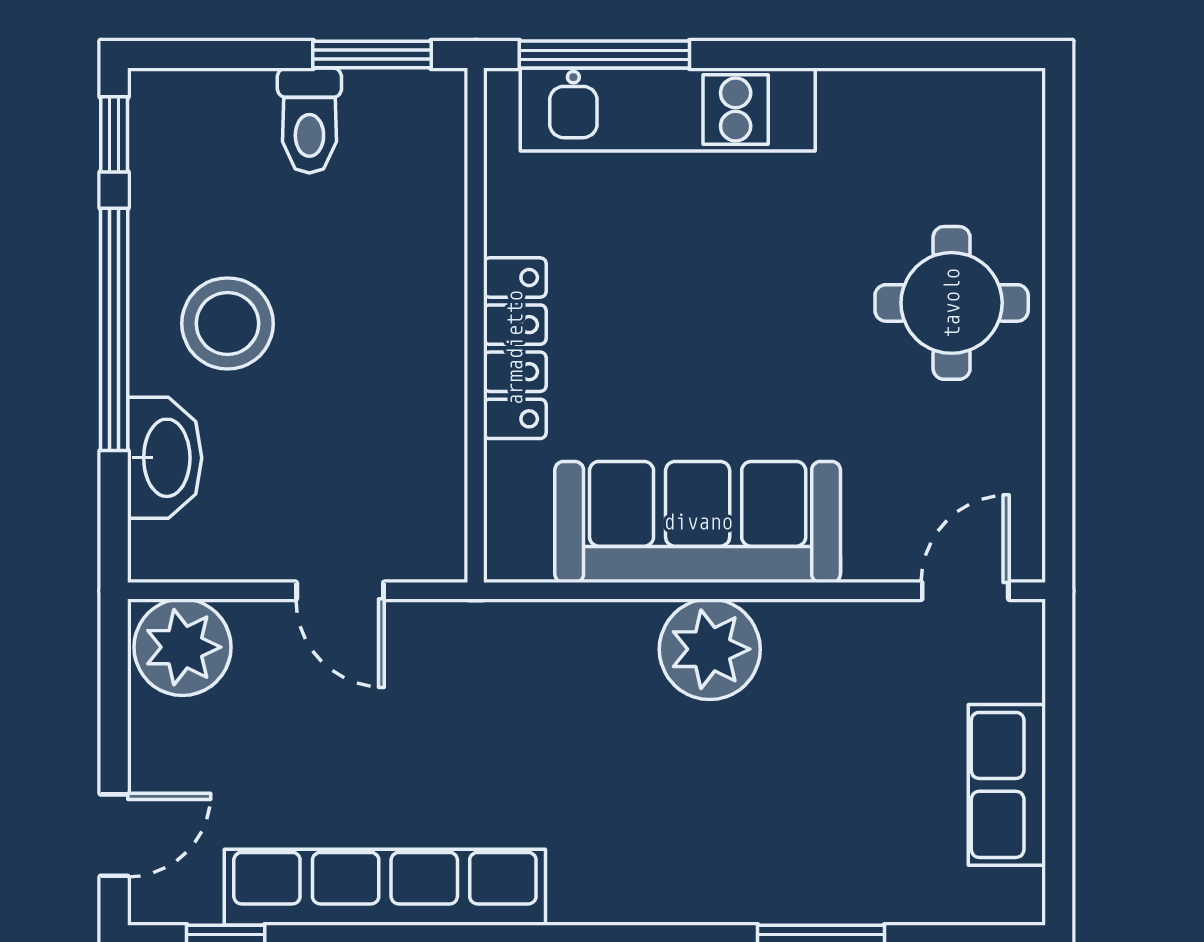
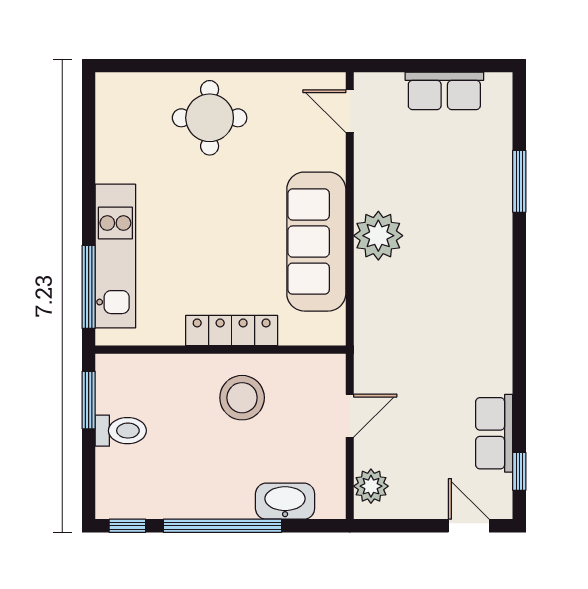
stool: (227, 323) -> (242, 398), moved
plant: (182, 647) -> (371, 486), width x0.73, depth x0.73
row of seats: (385, 887) -> (494, 433), width x0.50

